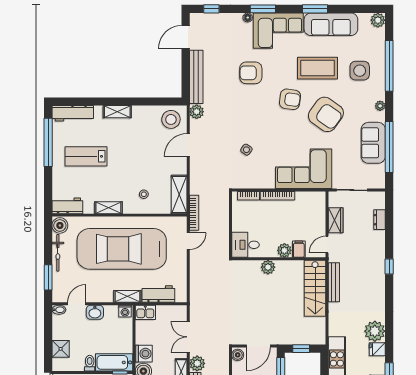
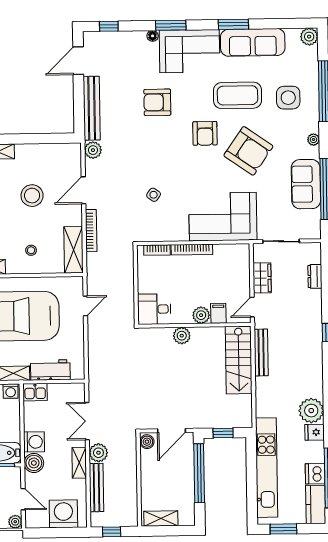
armchair: (290, 99) -> (205, 133), turned 82
stool: (171, 119) -> (32, 196), moved
bookcase: (194, 213) -> (91, 231), moved

